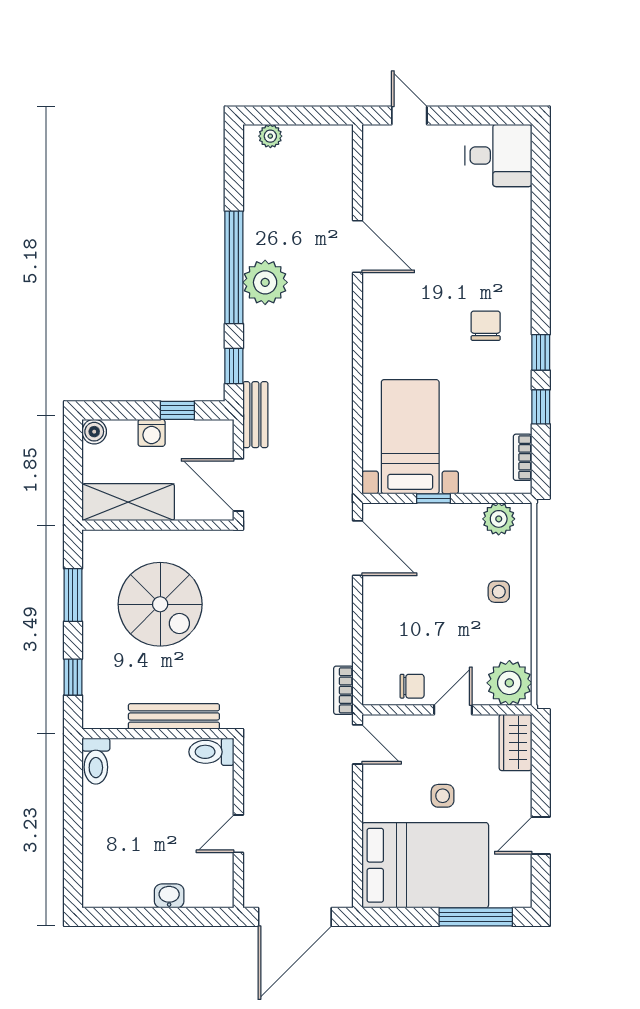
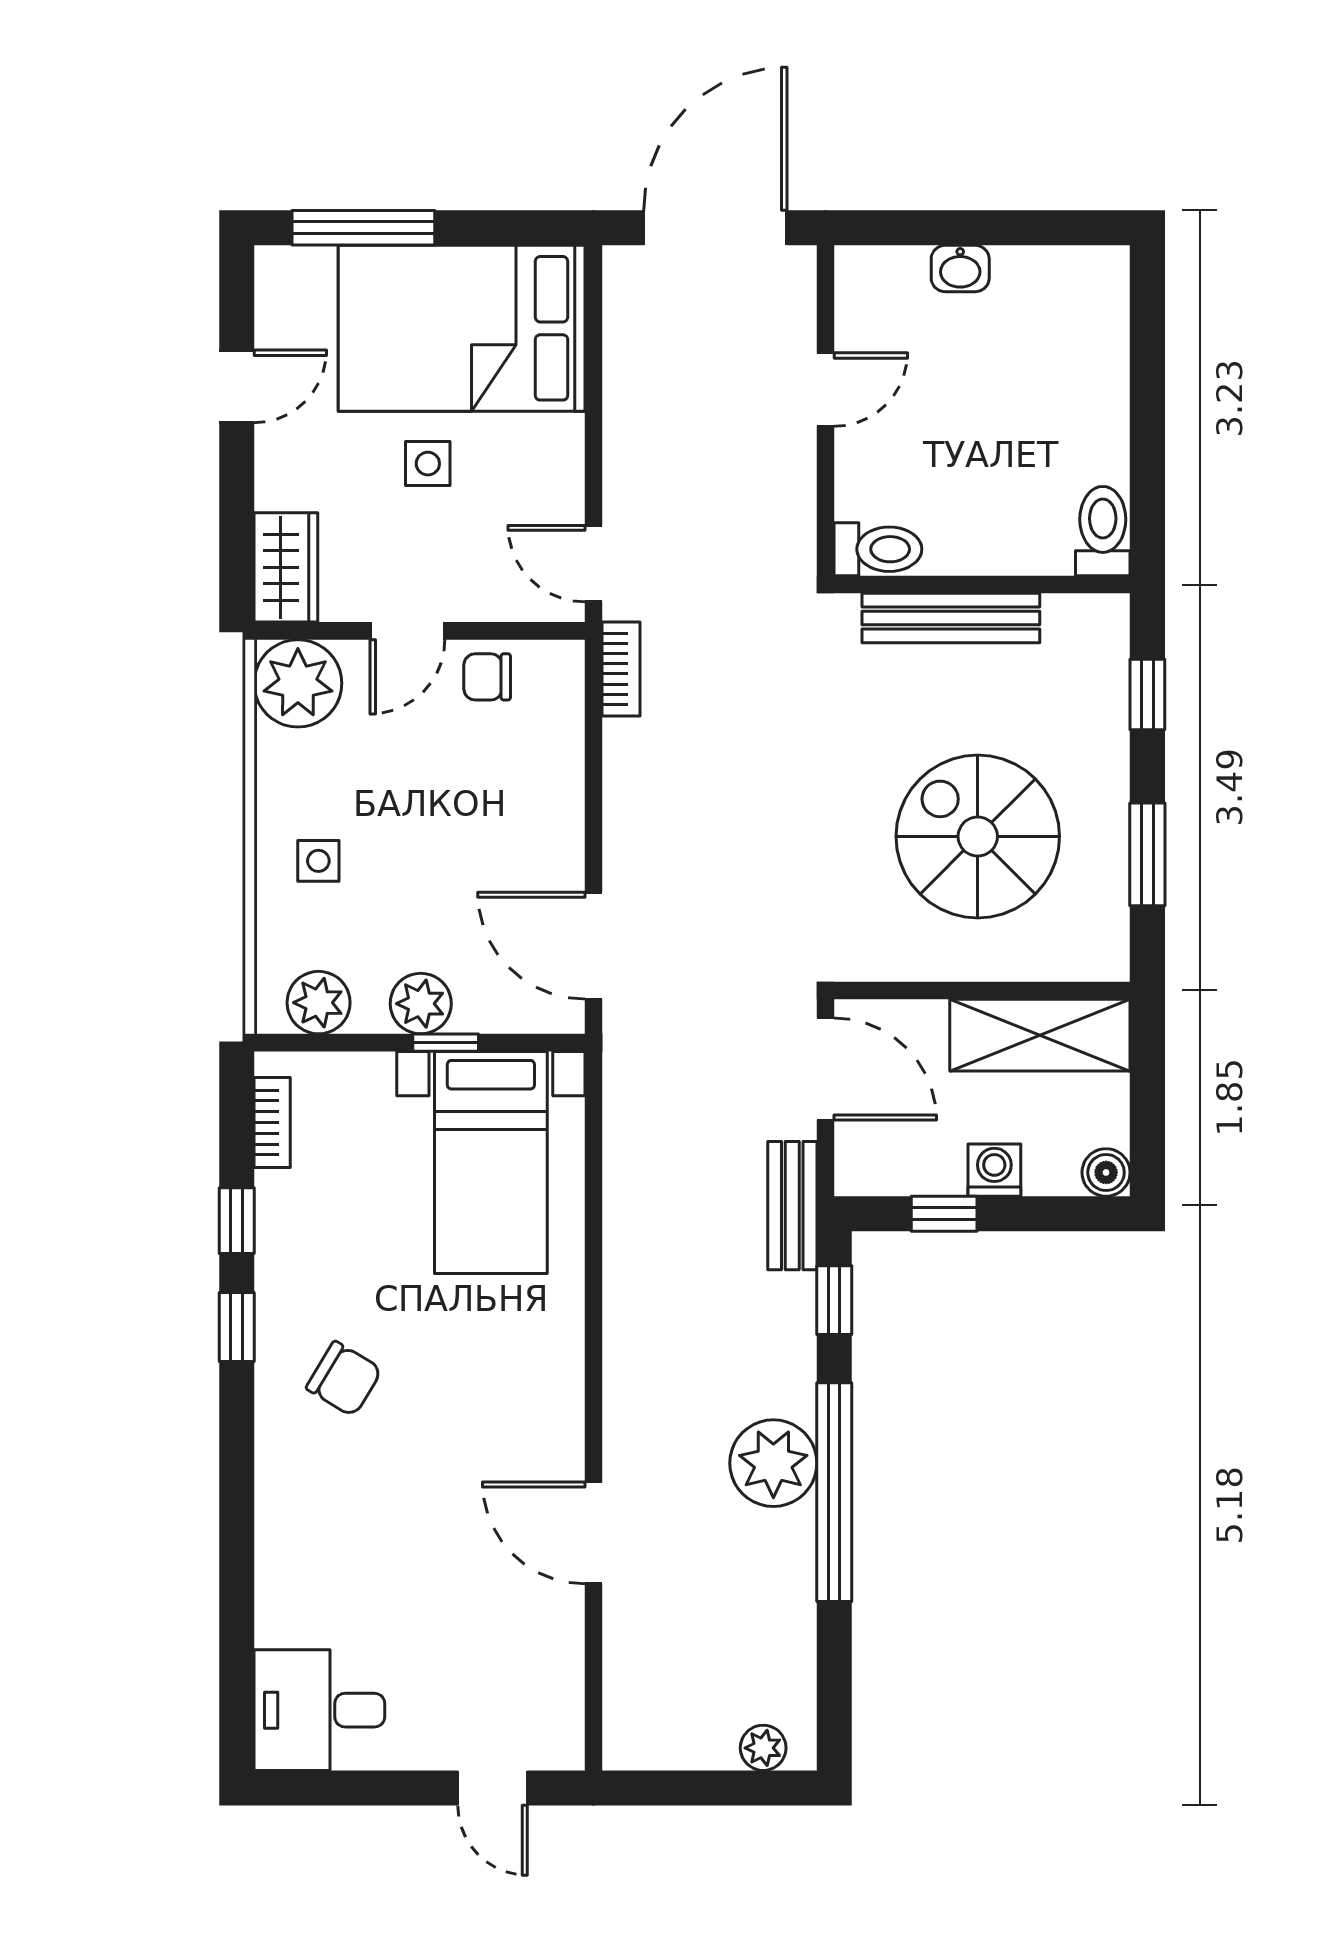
chair: (486, 326) -> (344, 1379), turned -59
plant: (446, 518) -> (421, 1004), added

